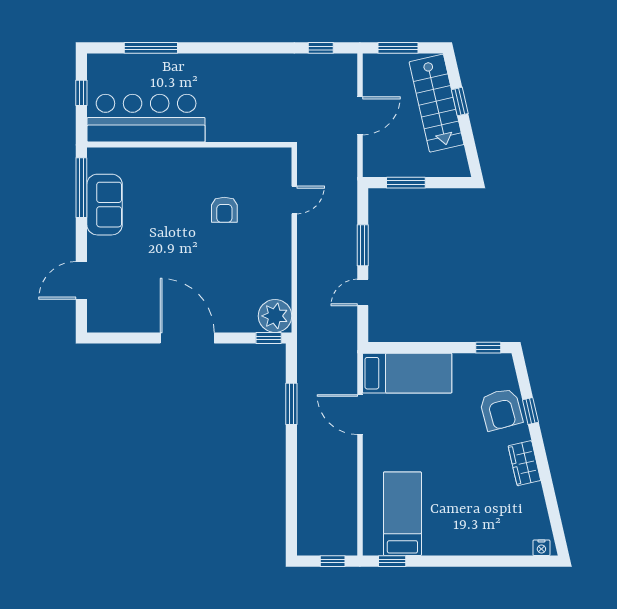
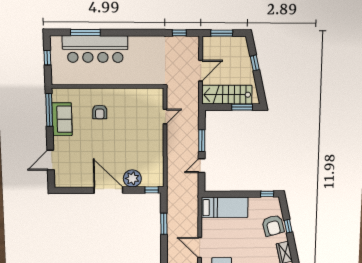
stairs: (436, 103) -> (227, 95), moved, turned 103
bar counter: (146, 118) -> (95, 49), moved, turned 180
window: (406, 183) -> (242, 107), moved
armchair: (224, 210) -> (100, 112), moved
plant: (275, 316) -> (132, 178), moved
door: (360, 415) -> (200, 248), moved

